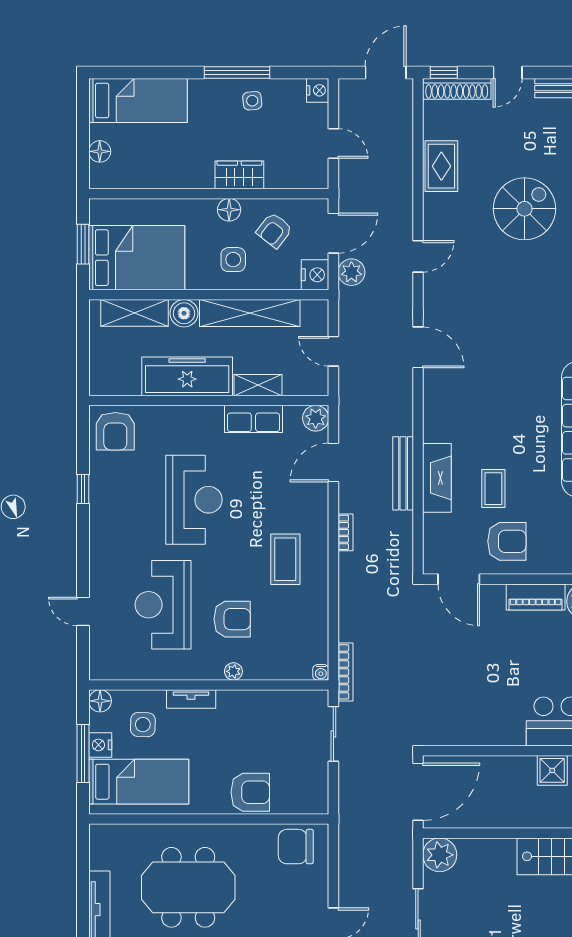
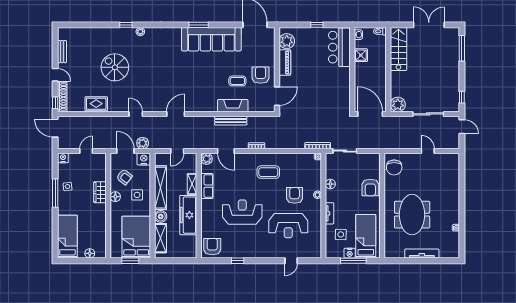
armchair: (115, 431) -> (212, 247), turned -90
floor lamp: (100, 701) -> (330, 184), moved
armchair: (250, 792) -> (370, 187), turned 180

